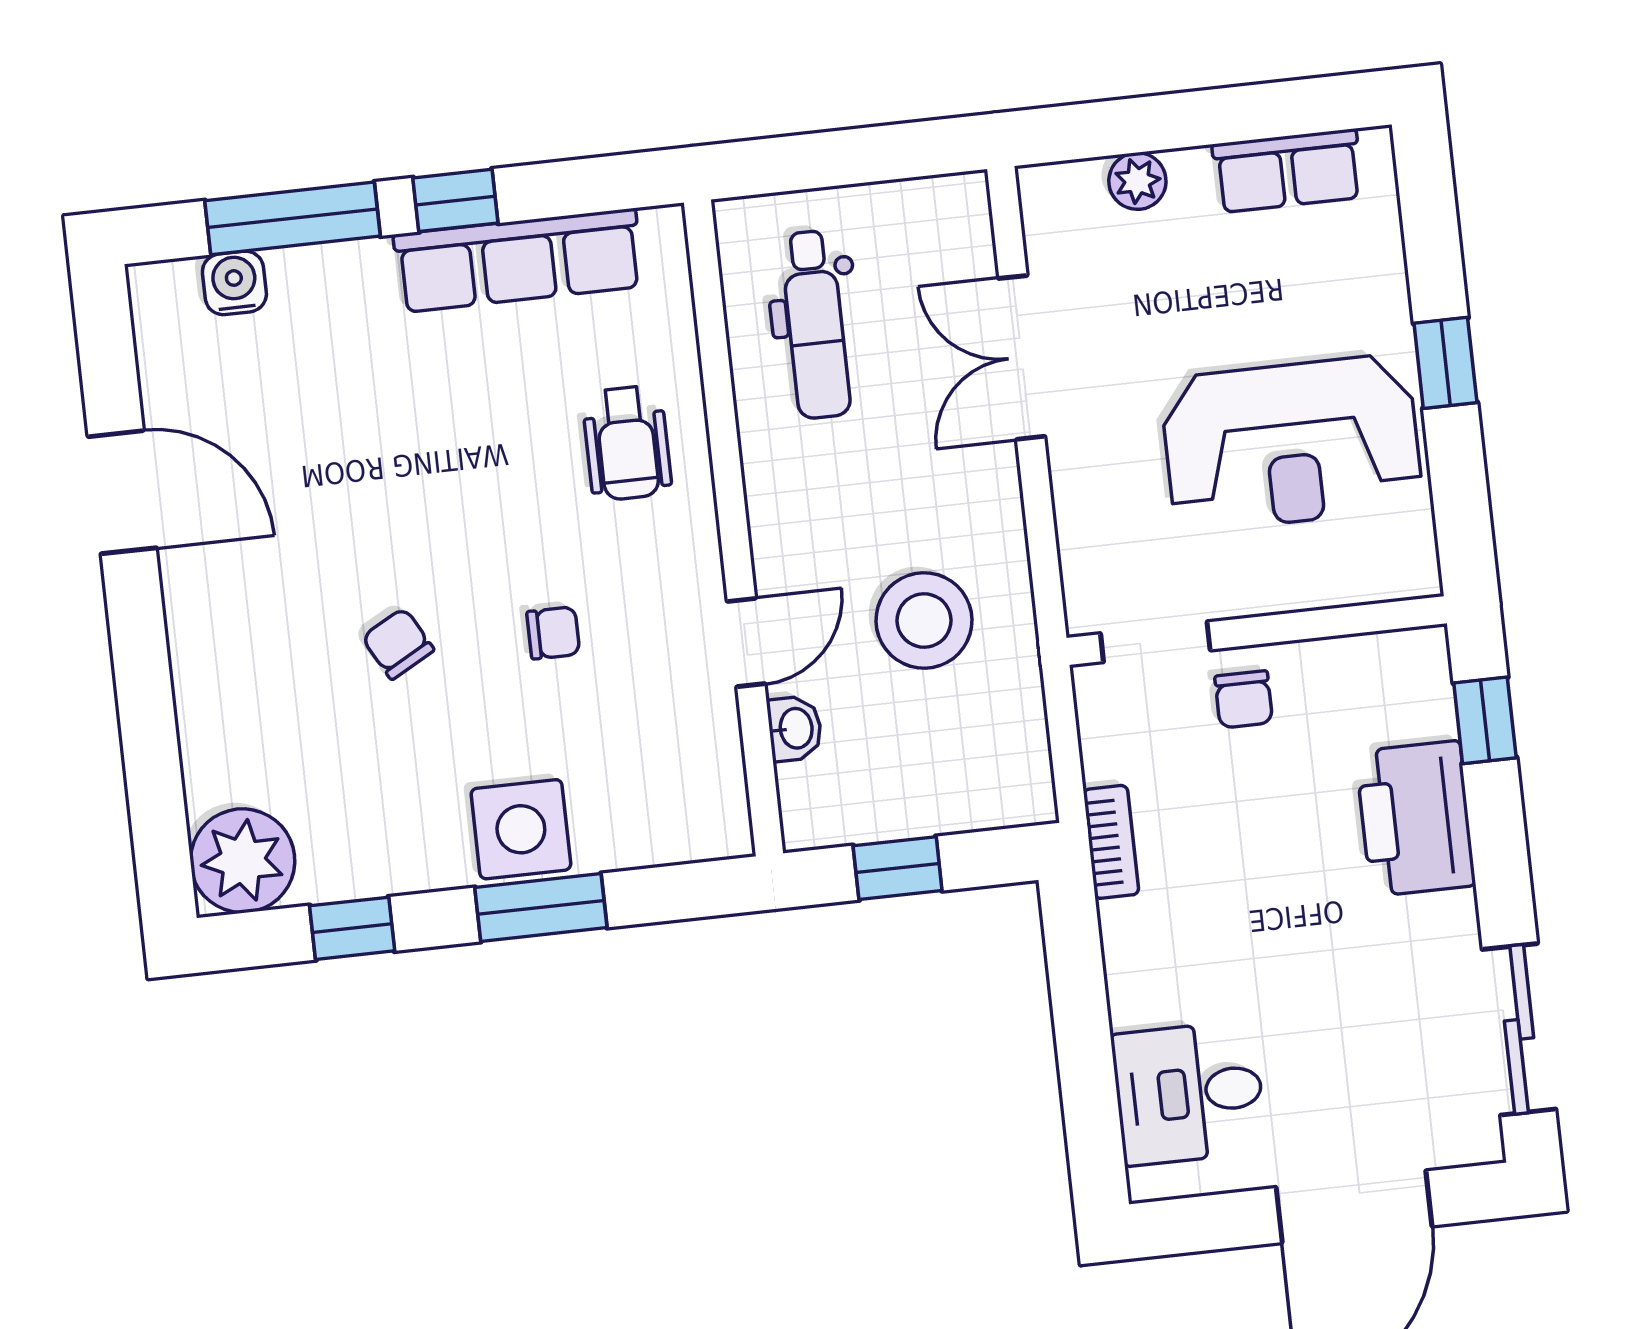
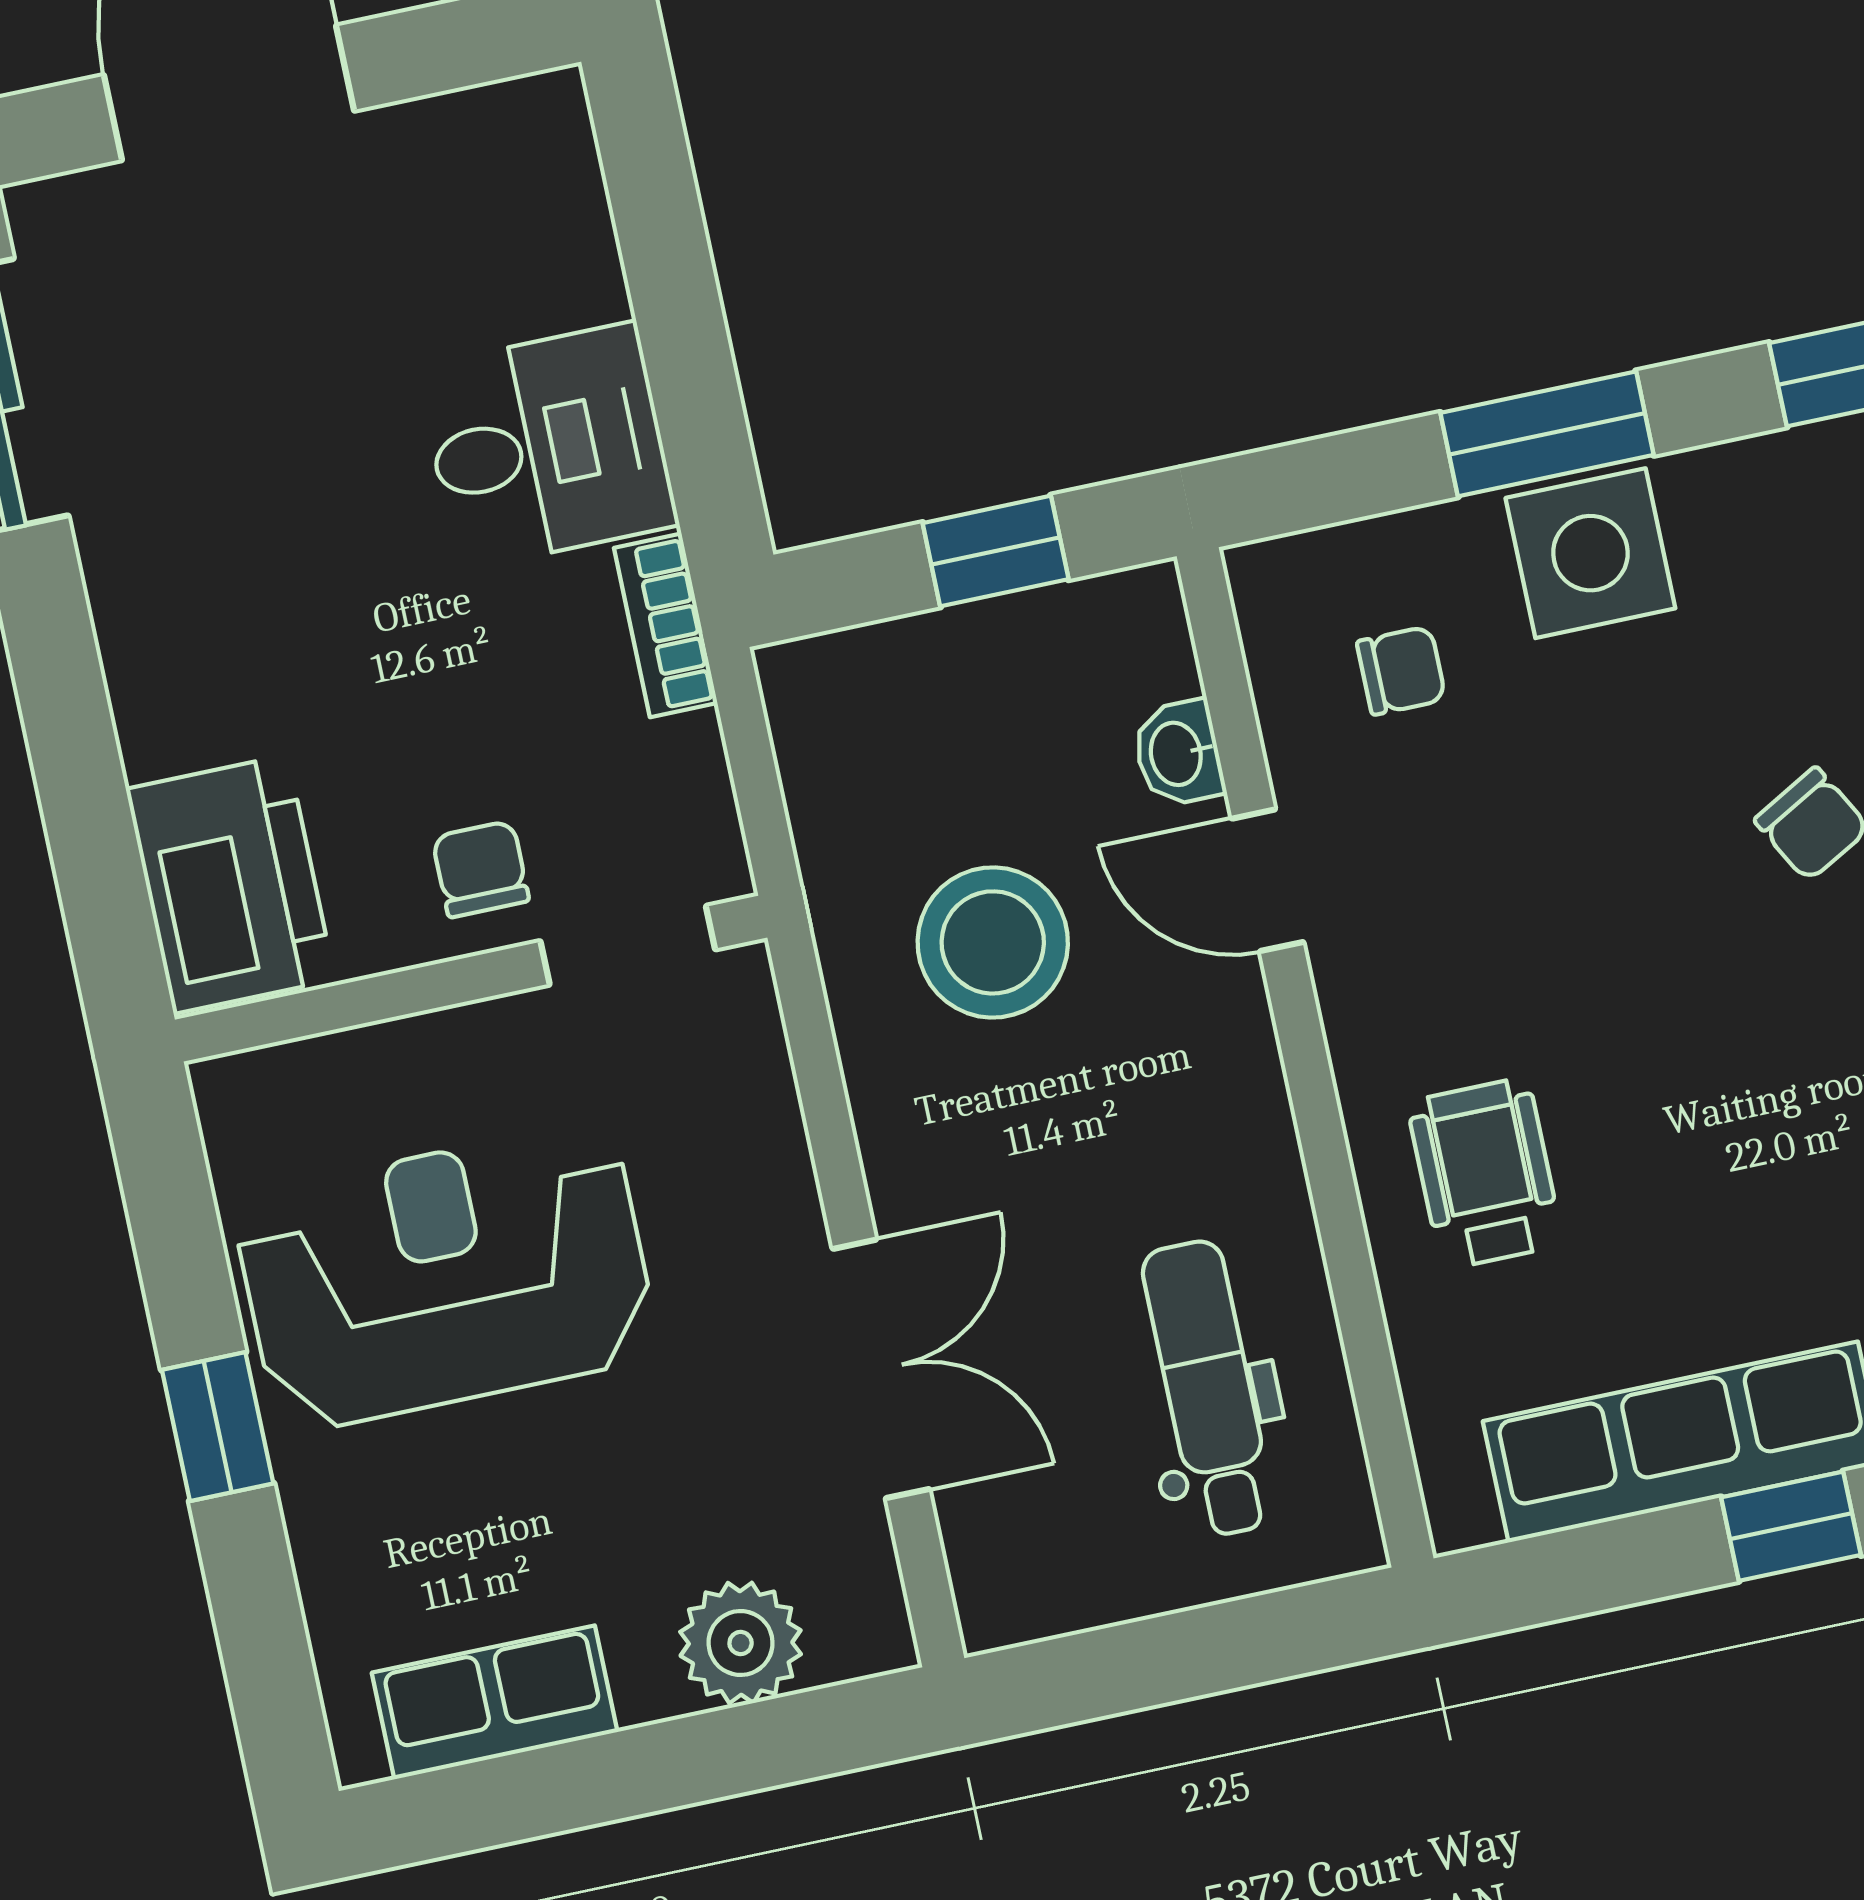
plant: (1137, 181) -> (741, 1643), width x1.38, depth x1.38
chair: (553, 633) -> (1401, 671), moved, turned 180
door: (746, 642) -> (1267, 880), hinge flipped
window: (1485, 720) -> (100, 874), removed
printer: (1415, 818) -> (231, 884), moved
desk: (1189, 1093) -> (547, 446), moved

